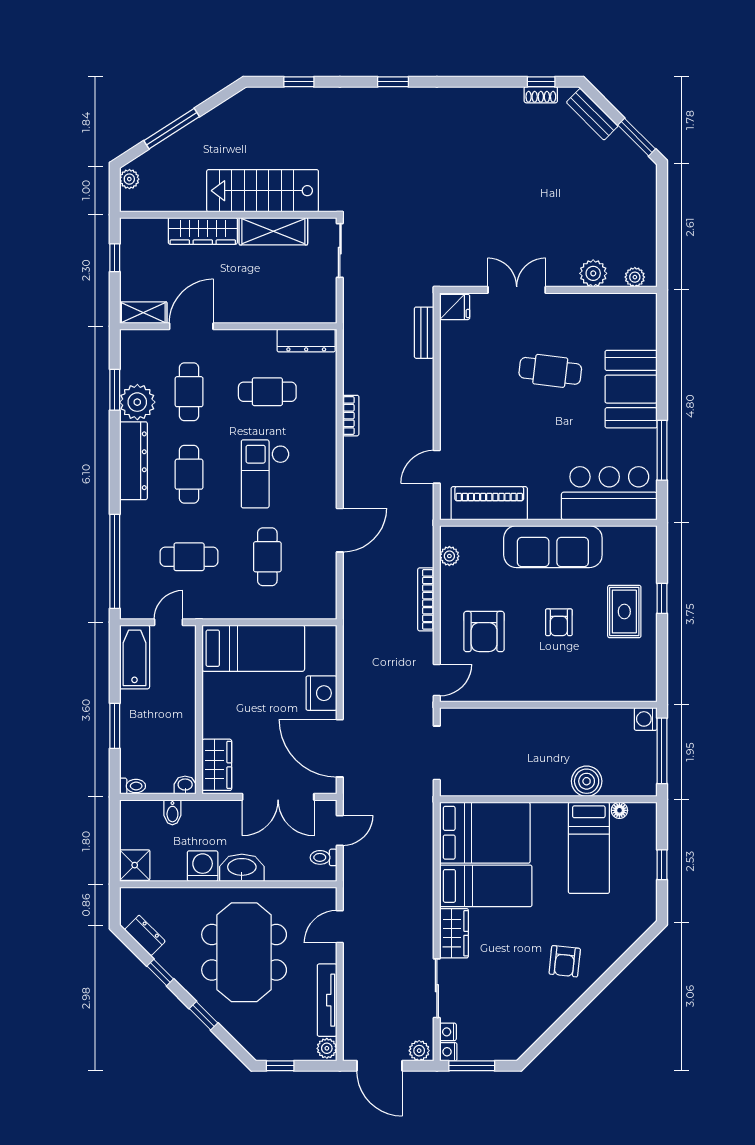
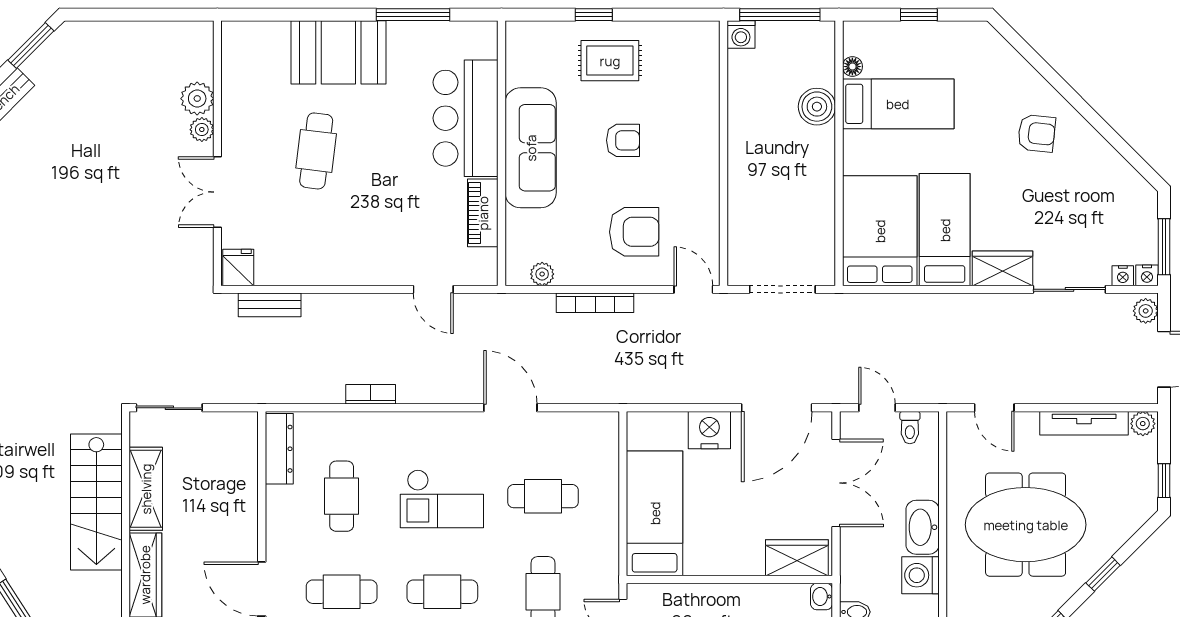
plant: (635, 277) -> (202, 130), moved
bar counter: (609, 493) -> (466, 118), moved
piano: (489, 503) -> (483, 213), width x0.73, depth x0.75

